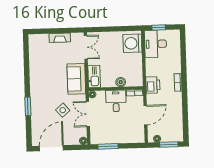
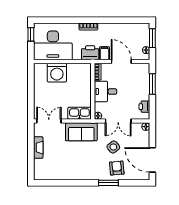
window: (159, 28) -> (31, 34), moved
washing machine: (132, 43) -> (57, 73), moved
desk: (155, 44) -> (53, 45), width x1.36, depth x1.30
boiler: (121, 82) -> (86, 86), removed
filing cabinet: (153, 99) -> (104, 53), added
armchair: (42, 114) -> (117, 168), added
printer: (103, 139) -> (144, 107), added
window: (108, 146) -> (152, 84), moved

